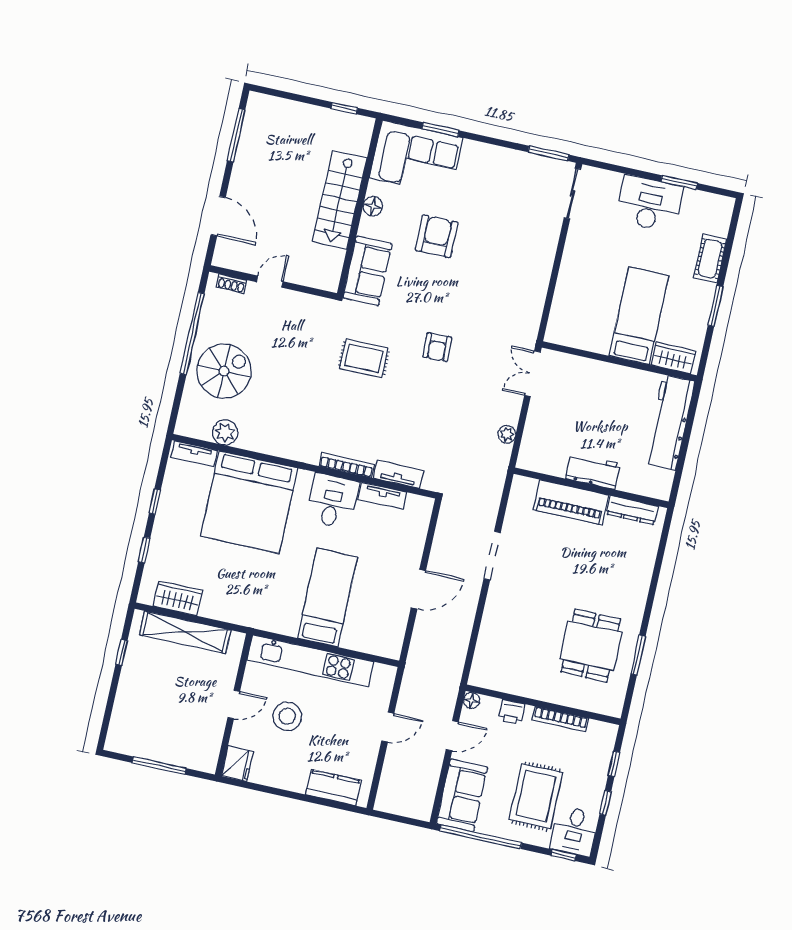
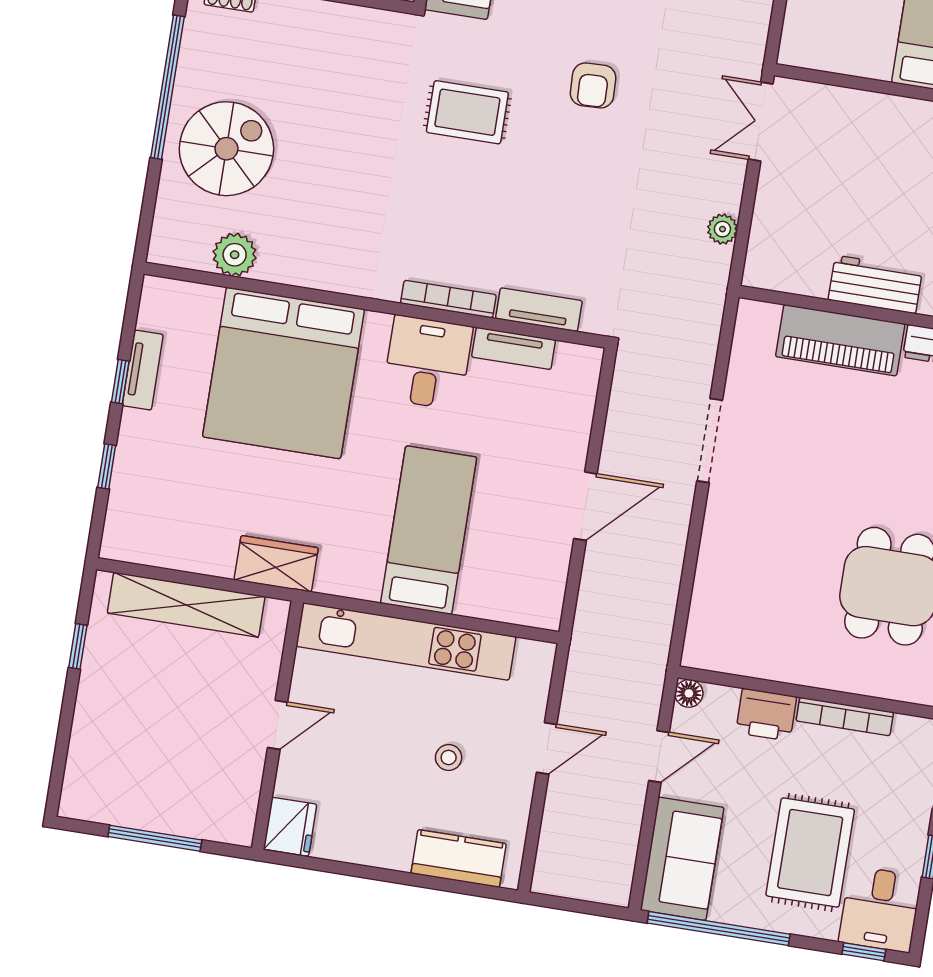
tv unit: (194, 454) -> (143, 370), moved, turned -90
wardrobe: (178, 598) -> (276, 564), moved
printer: (512, 712) -> (766, 715), width x1.36, depth x1.24
stool: (287, 716) -> (449, 757), moved, width x0.53, depth x0.53

